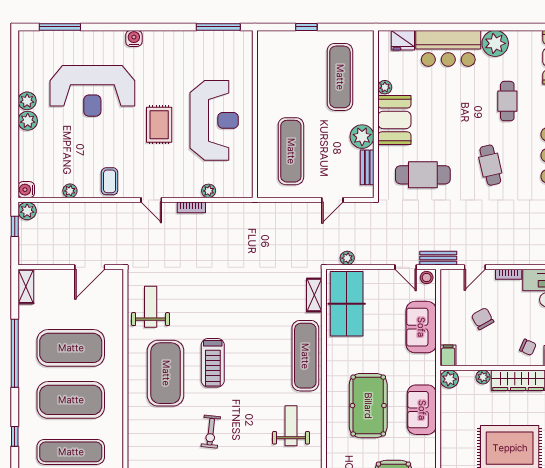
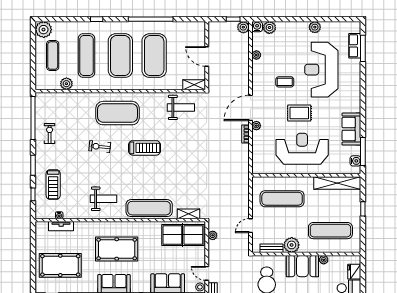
water cooler: (134, 38) -> (355, 161), moved
row of seats: (56, 39) -> (355, 46), added
sofa: (184, 45) -> (351, 129), added
shelving: (267, 66) -> (337, 183), added
reception desk: (214, 120) -> (302, 149), turned 180
plant: (28, 121) -> (269, 28), moved
coffee table: (110, 181) -> (285, 82), moved
plant: (209, 191) -> (256, 126), moved
door: (151, 200) -> (250, 108), width x1.88
door: (332, 200) -> (250, 226), hinge flipped
door: (90, 267) -> (207, 56), moved
door: (406, 267) -> (207, 273), hinge flipped
shelving: (26, 286) -> (194, 85), moved
treadmill: (213, 363) -> (144, 148), turned 180
exercise mat: (166, 373) -> (117, 113), moved

